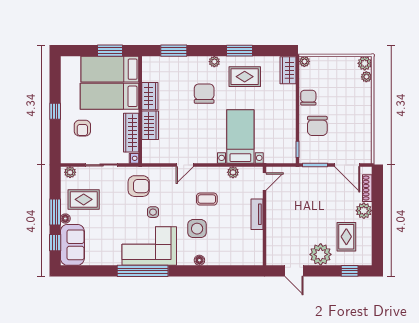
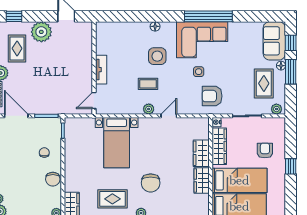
chair: (317, 126) -> (44, 153), width x0.54, depth x0.54
plant: (233, 172) -> (149, 109), moved
rug: (84, 199) -> (264, 83), turned 90

